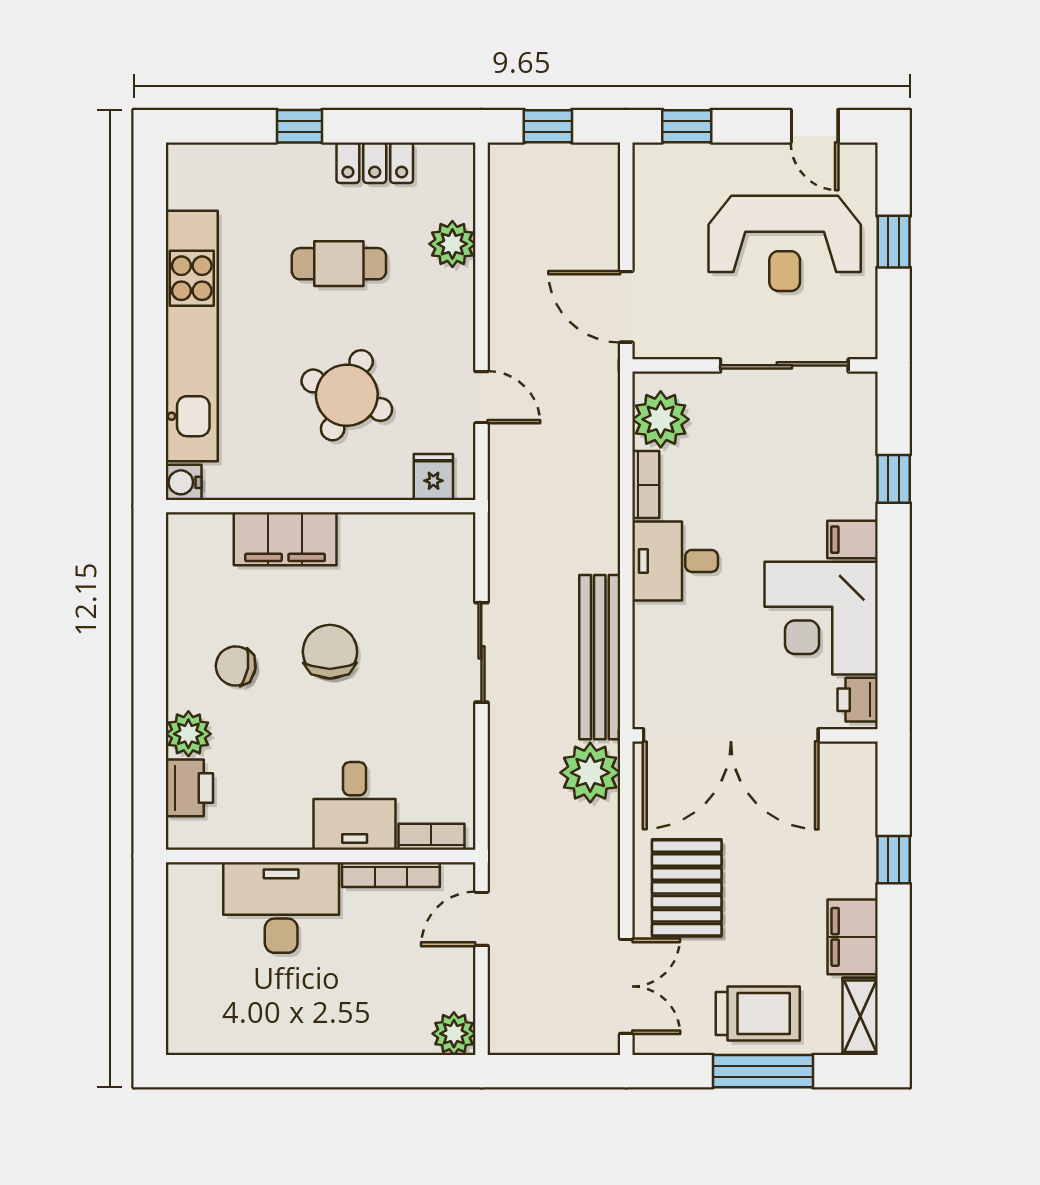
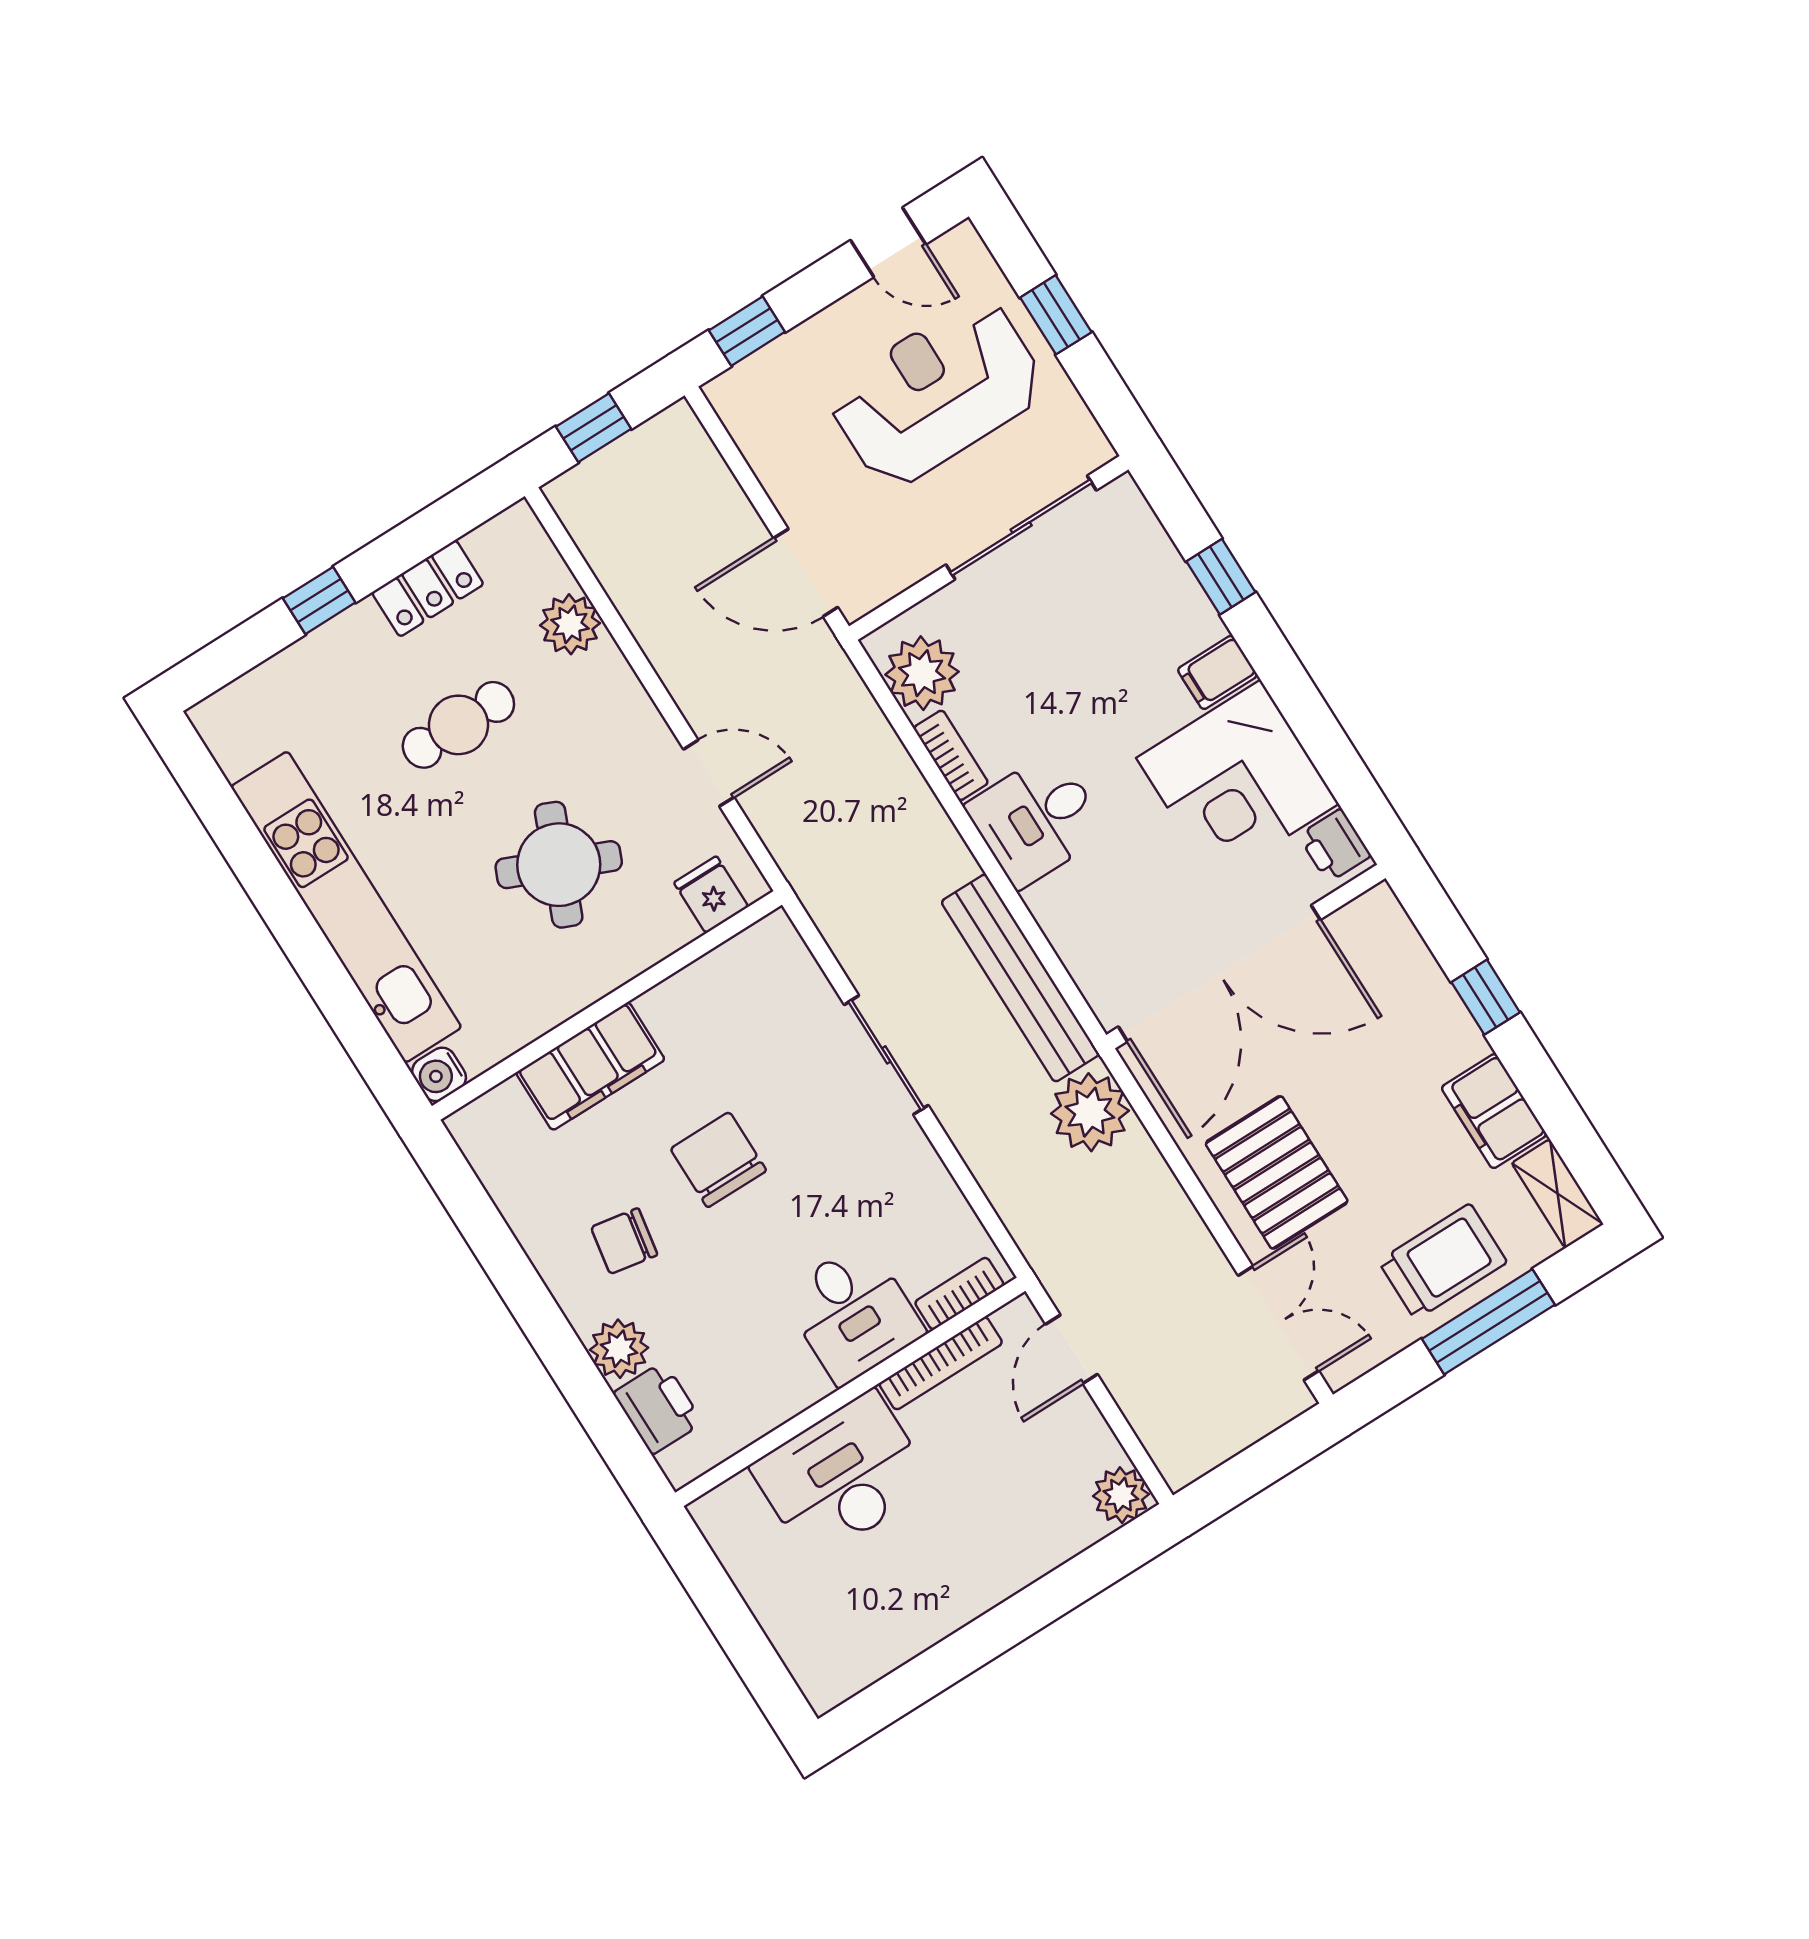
reception desk: (785, 243) -> (937, 392), turned 180

